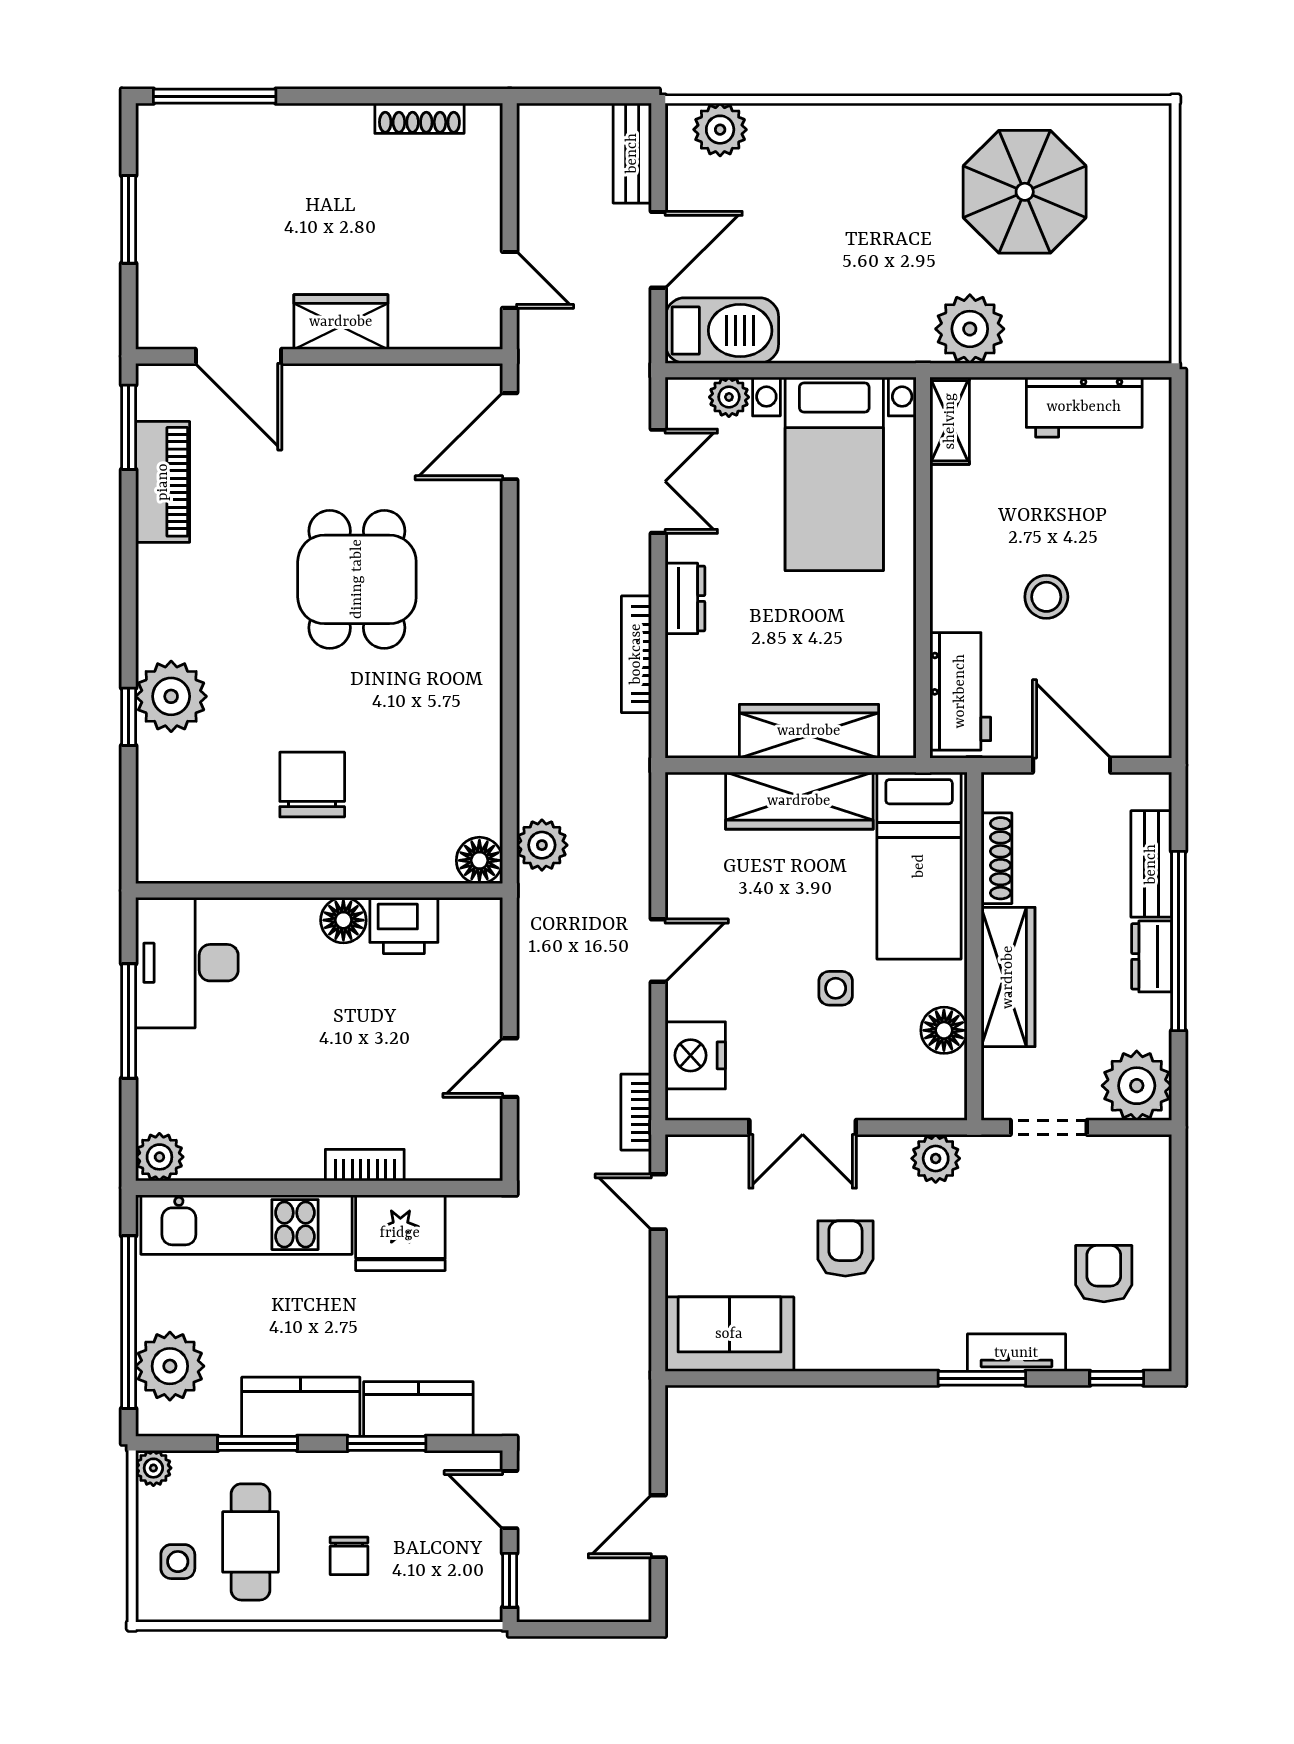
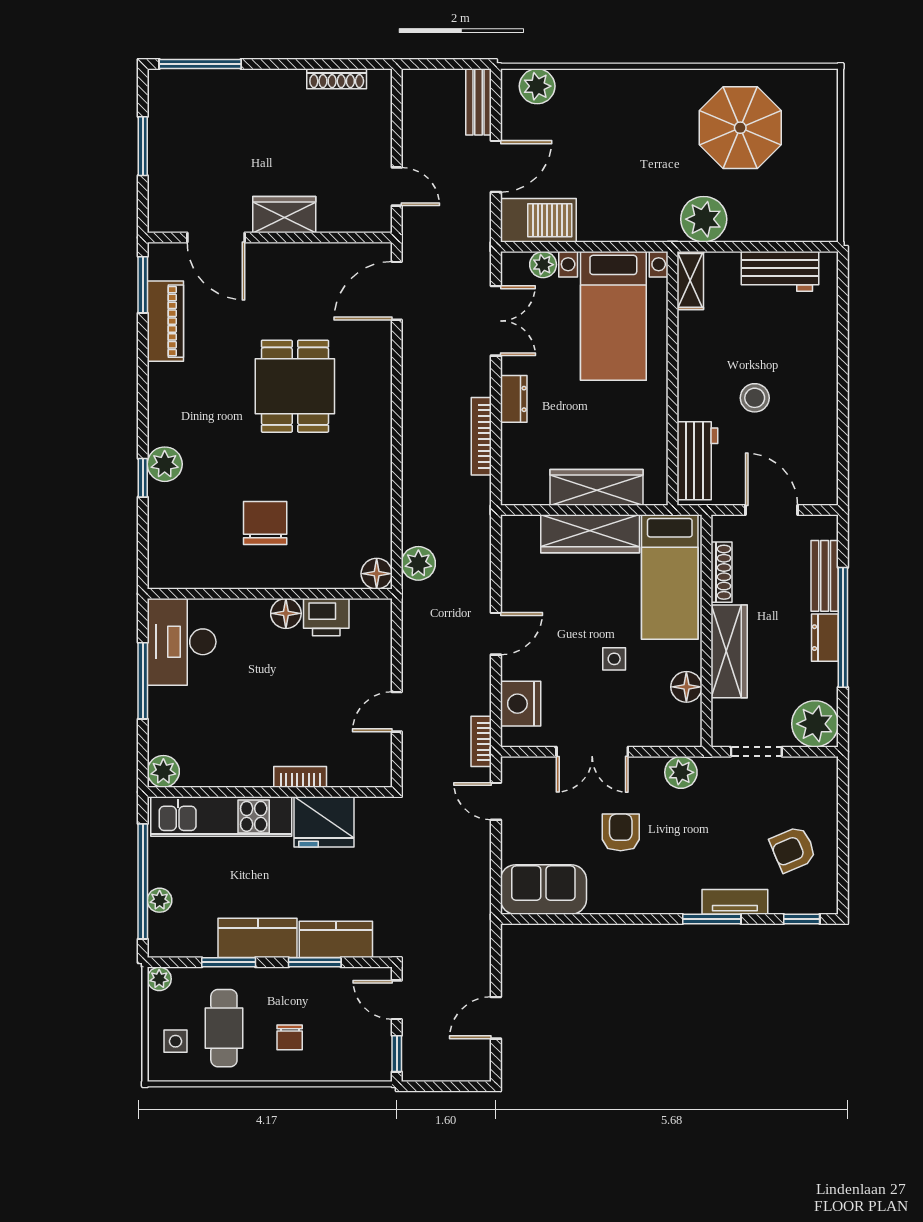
plant: (171, 696) -> (165, 464), width x0.73, depth x0.73
armchair: (1104, 1274) -> (793, 849), turned -113
plant: (170, 1366) -> (160, 900), width x0.53, depth x0.53

